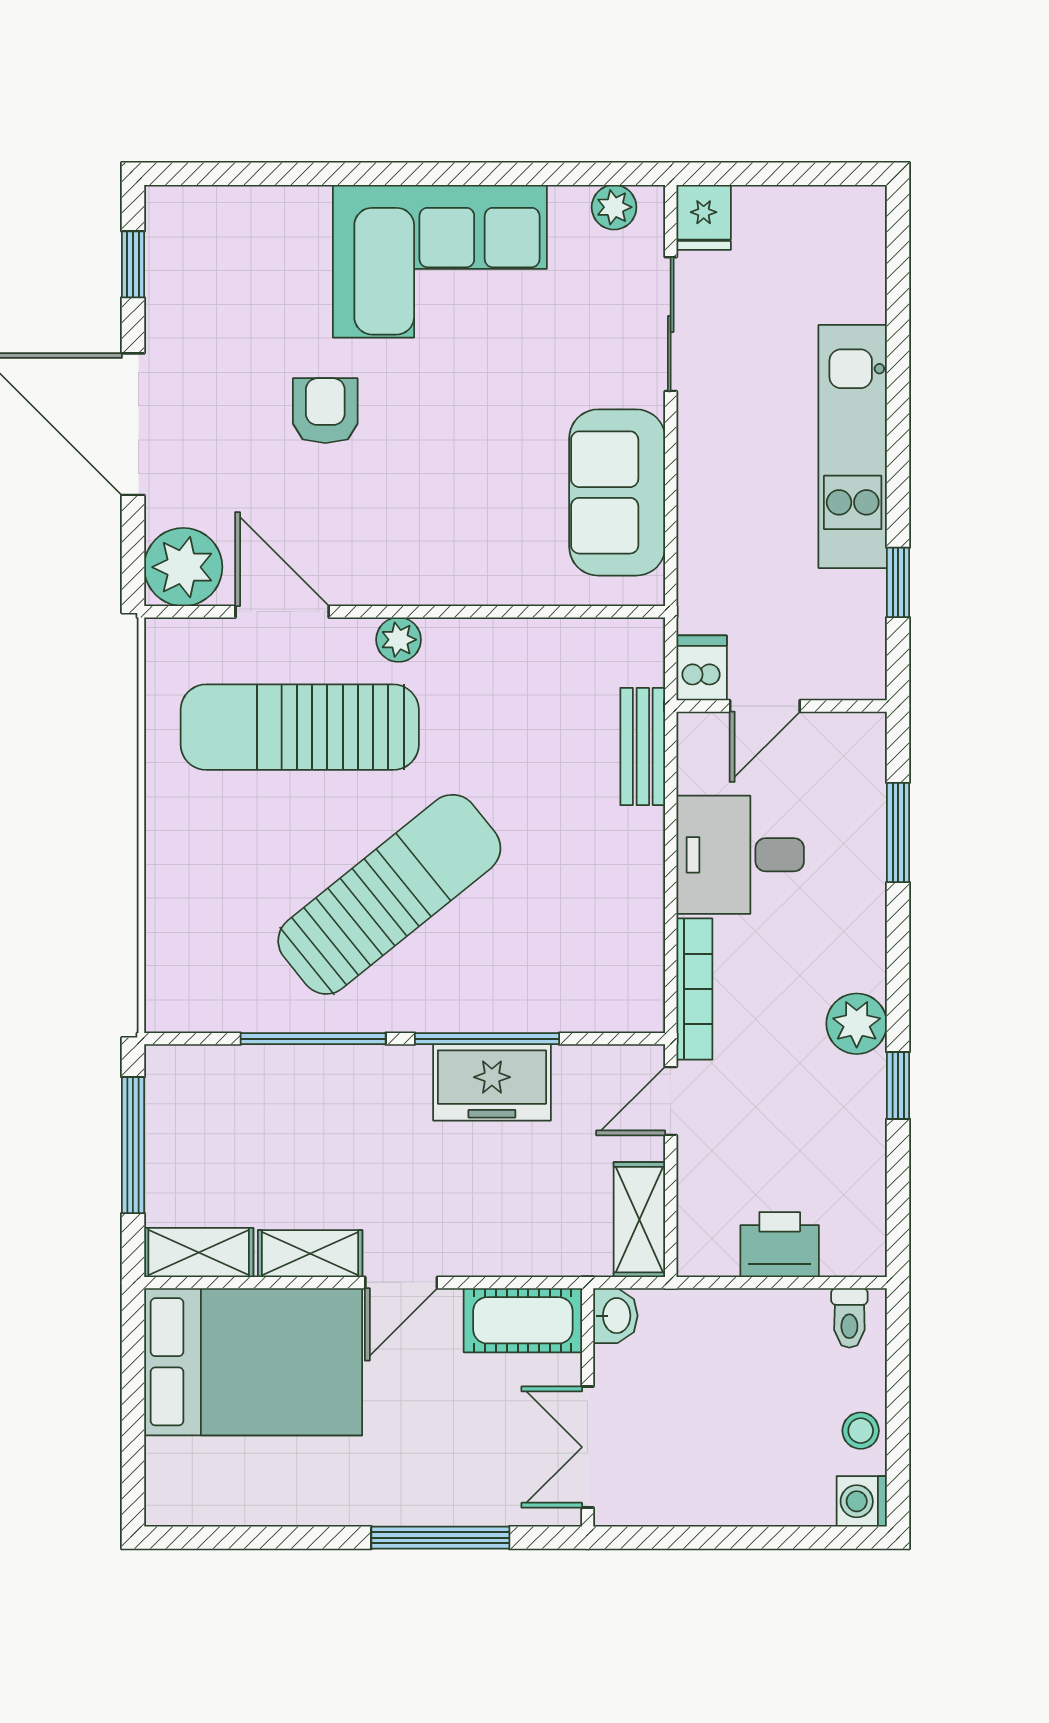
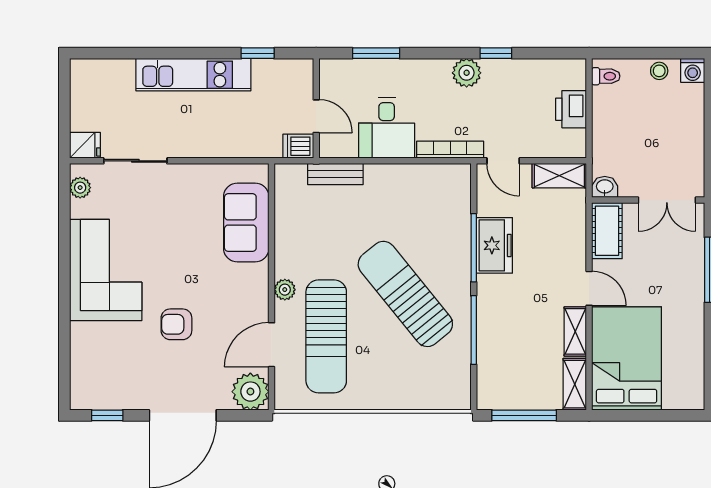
sofa: (617, 492) -> (246, 223), moved, turned 90

